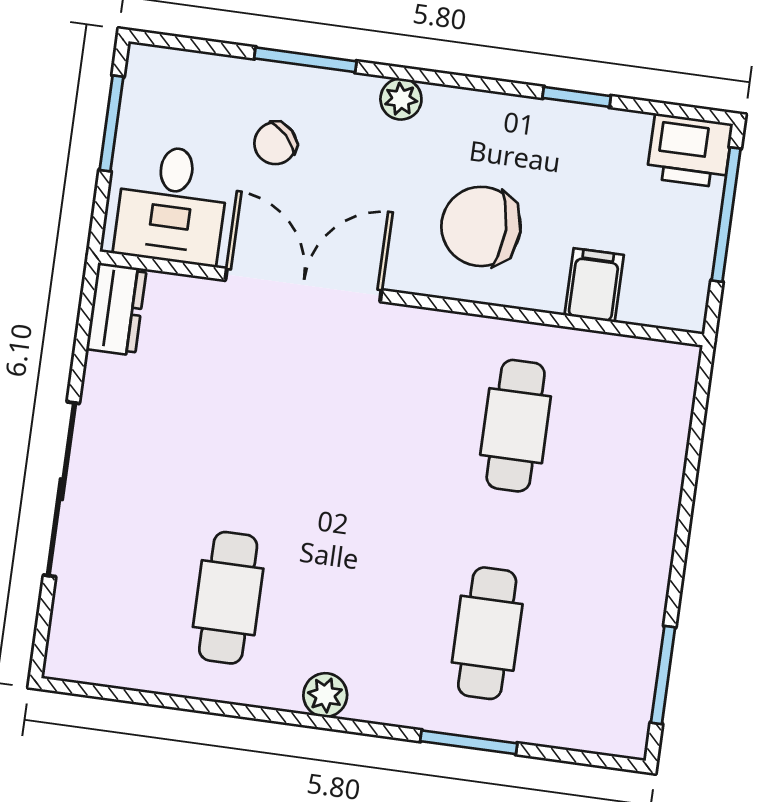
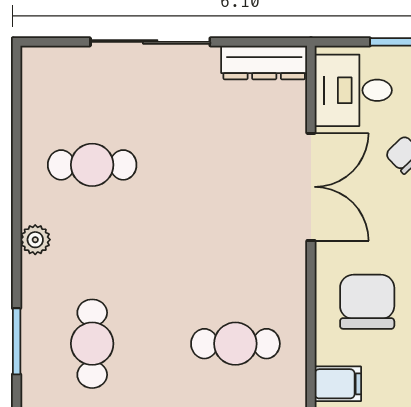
dresser: (116, 309) -> (264, 62), width x1.44
cafe table: (487, 633) -> (92, 344), turned 90

